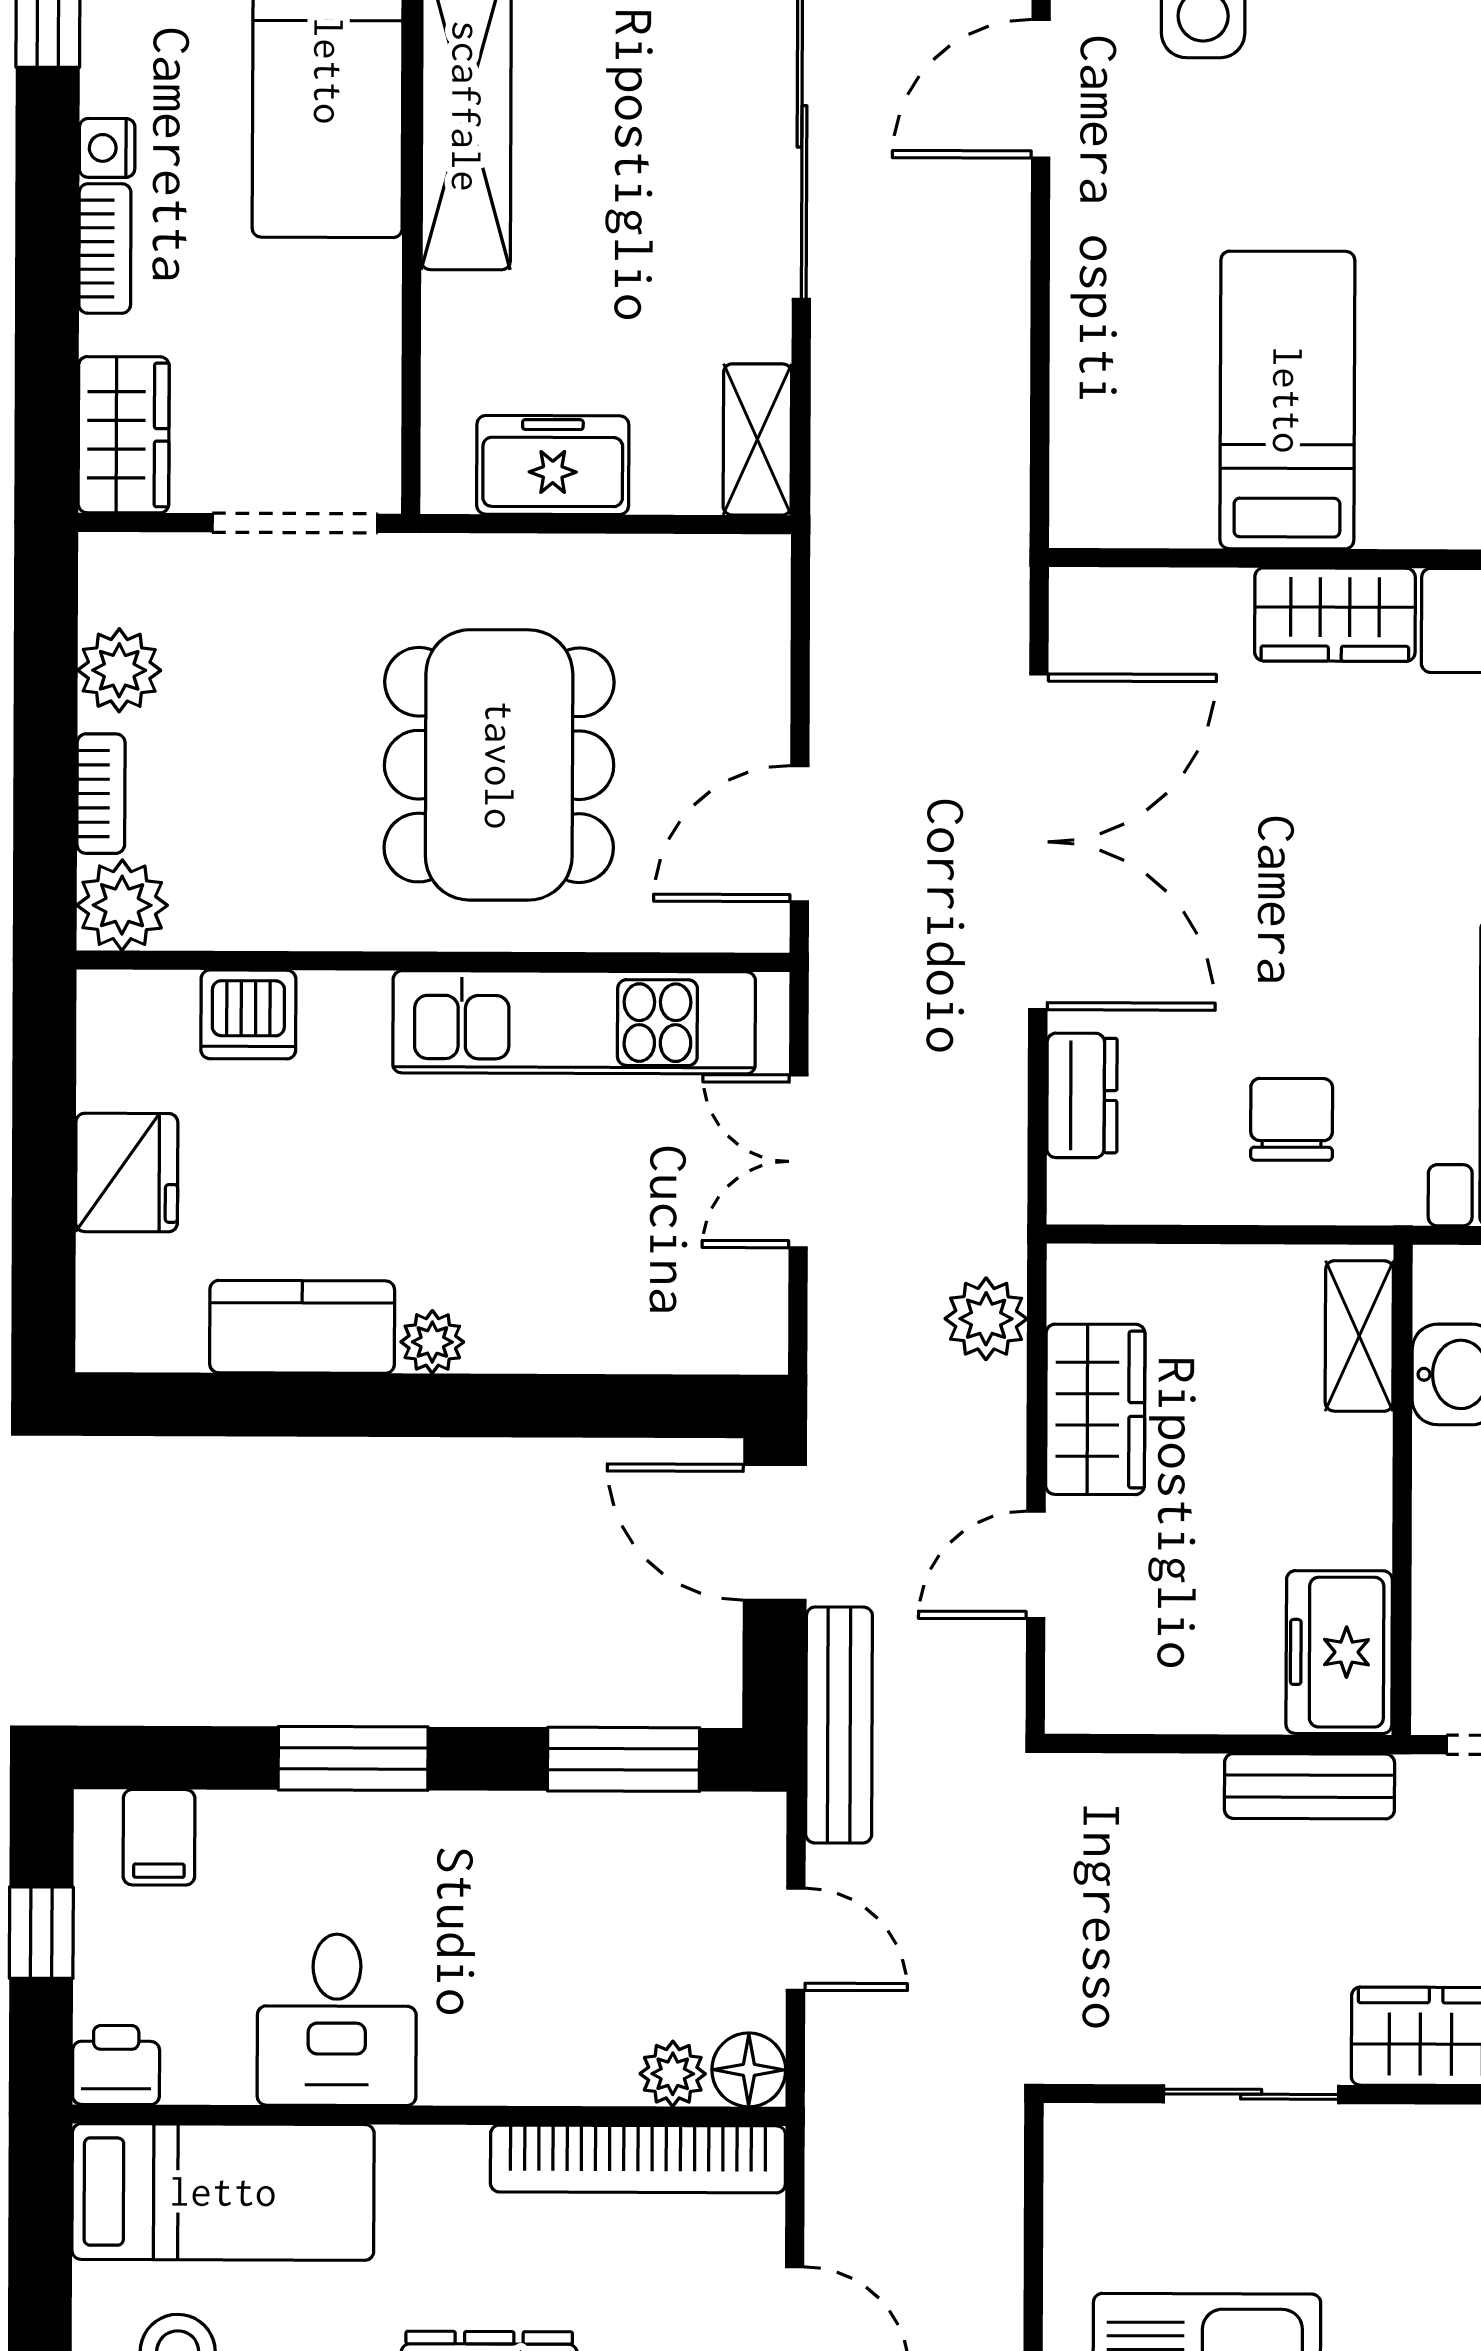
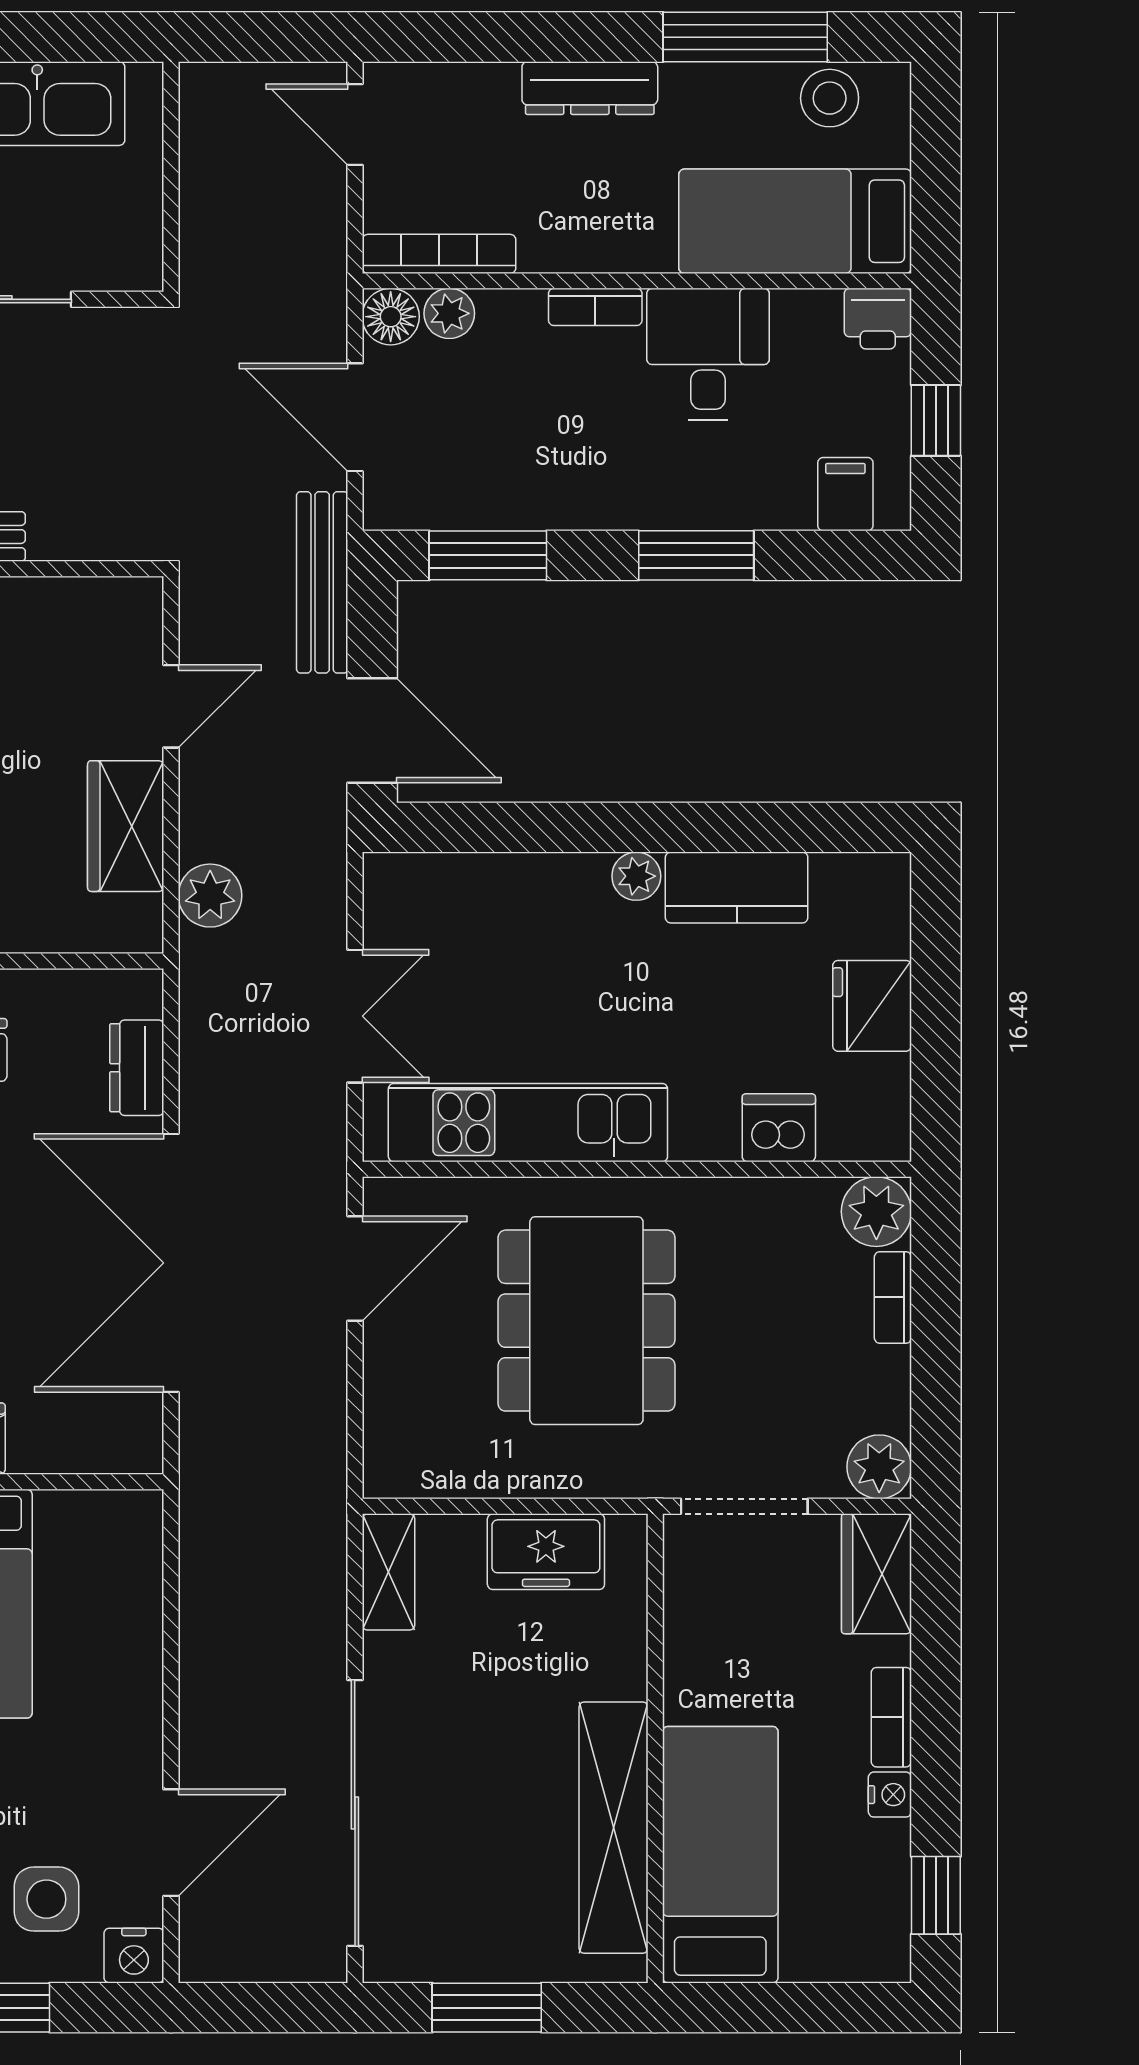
plant: (119, 670) -> (879, 1467), moved
door: (796, 1939) -> (355, 417), width x1.38
bookcase: (483, 2082) -> (595, 307), added
bookcase: (638, 2159) -> (439, 254), width x0.68, depth x0.76

